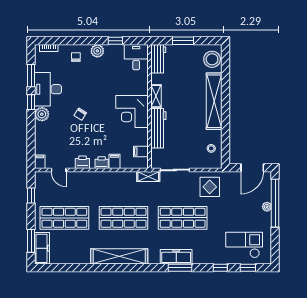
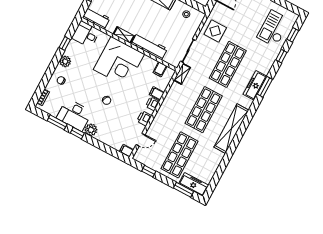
corner desk: (132, 111) -> (119, 62), width x1.36, depth x1.36

